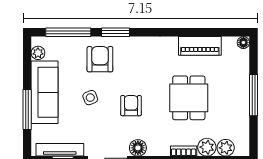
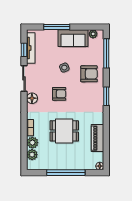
window: (115, 32) -> (106, 96), moved
sofa: (45, 92) -> (73, 38), width x0.73
window: (254, 95) -> (66, 173), width x1.46

